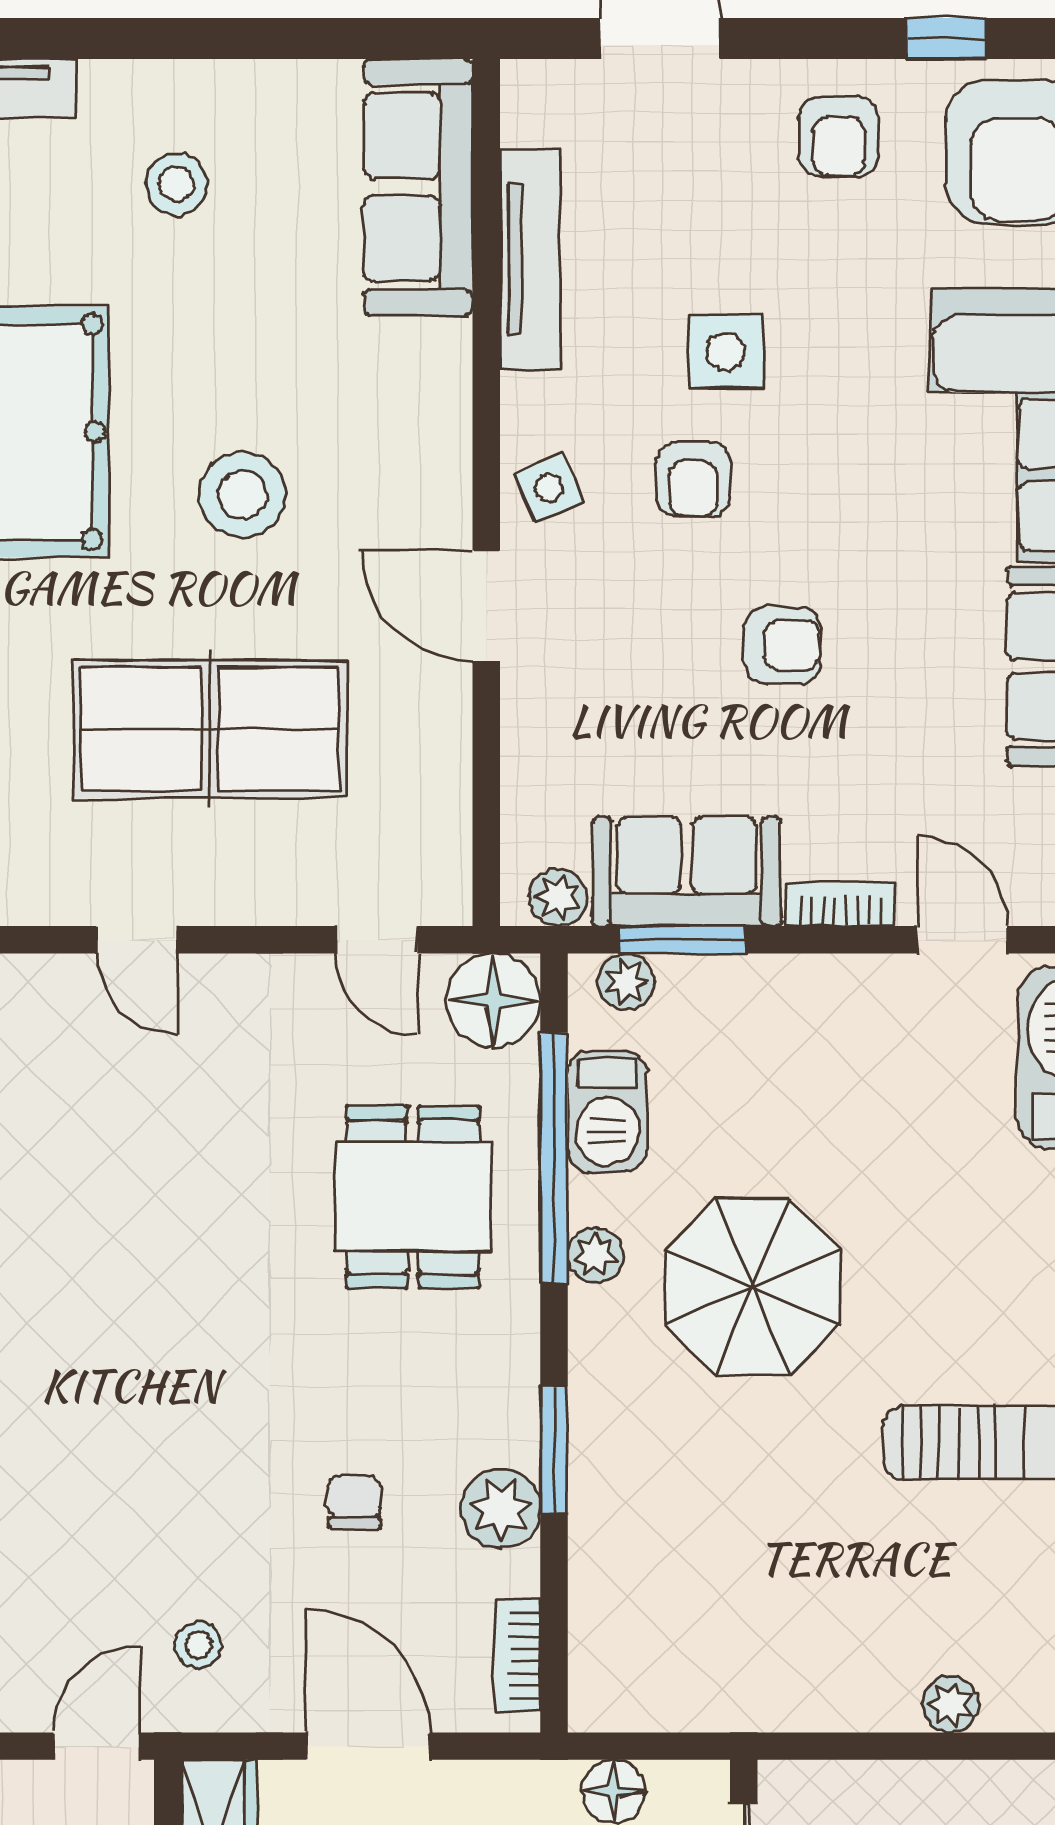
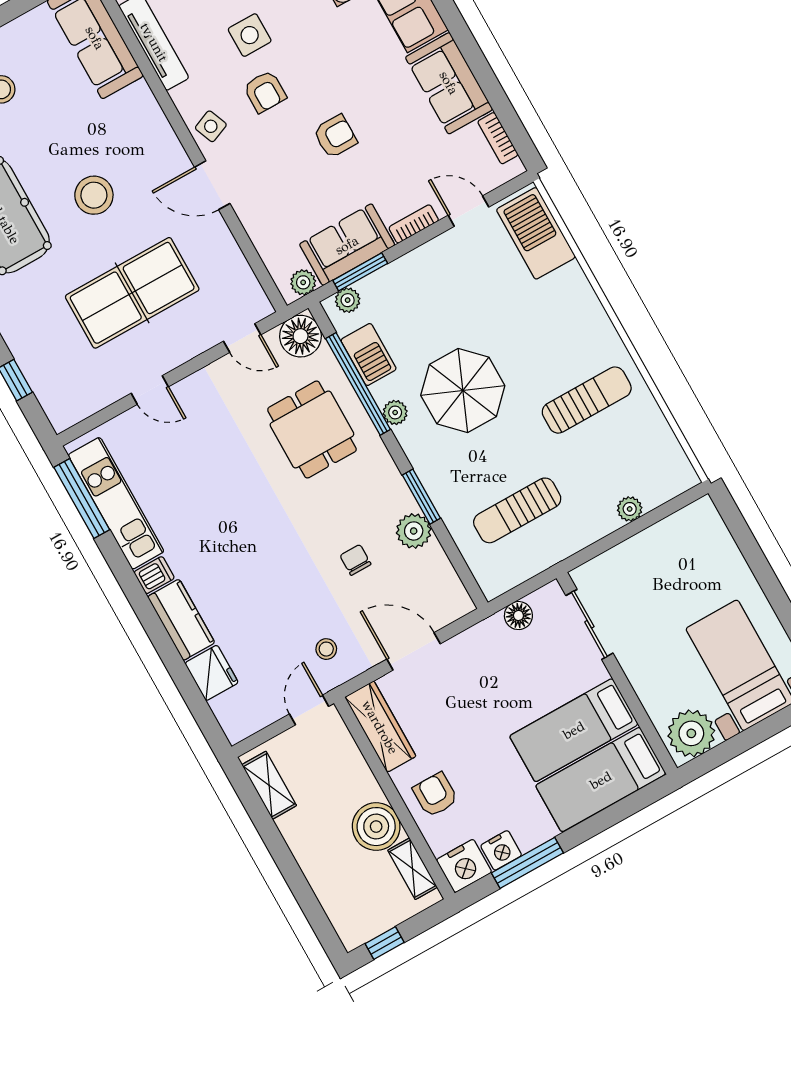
sun lounger: (727, 1583) -> (517, 510), added
bookcase: (518, 1655) -> (452, 584), removed

